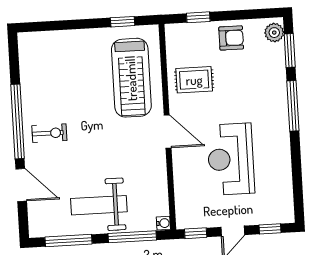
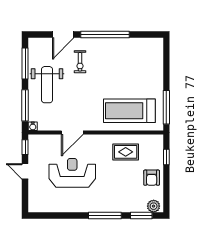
window: (123, 22) -> (166, 107), width x2.17
rug: (194, 80) -> (126, 152), turned 90
door: (168, 132) -> (72, 133), moved
exercise bike: (49, 133) -> (80, 62), moved
weight bench: (99, 205) -> (47, 85), turned 180
window: (270, 229) -> (25, 196), removed

